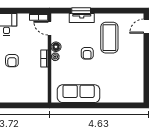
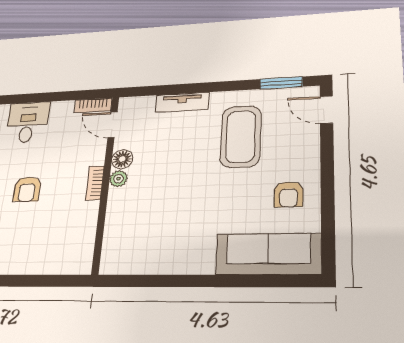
window: (81, 11) -> (281, 83), moved
door: (146, 26) -> (326, 110), hinge flipped
armchair: (87, 53) -> (289, 194), moved
sofa: (79, 94) -> (268, 254), moved

